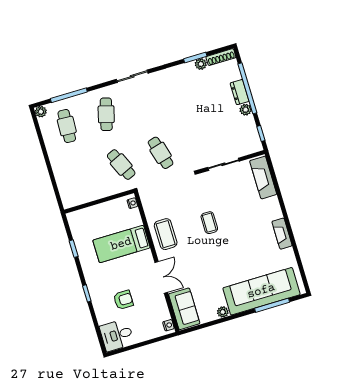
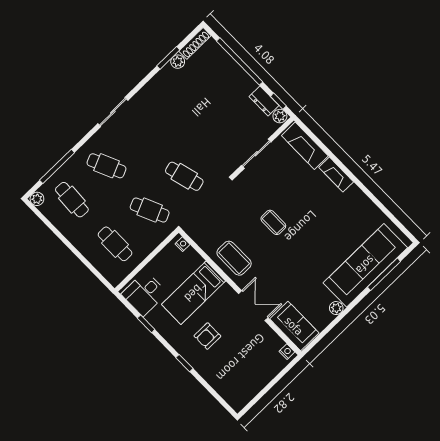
dresser: (240, 92) -> (264, 101), moved
plant: (246, 110) -> (280, 116), moved
cafe table: (106, 114) -> (107, 166), turned -39
cafe table: (82, 176) -> (115, 244), added
fireplace: (282, 234) -> (336, 175), moved
armchair: (123, 300) -> (207, 336), moved, turned 180
desk: (117, 335) -> (144, 294), moved

